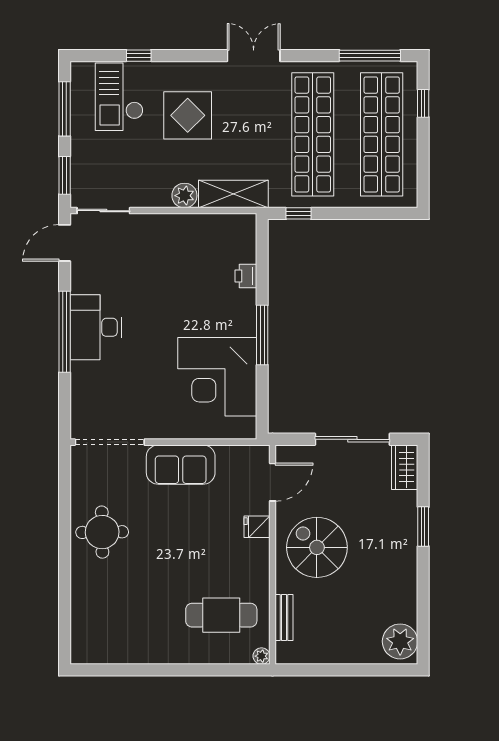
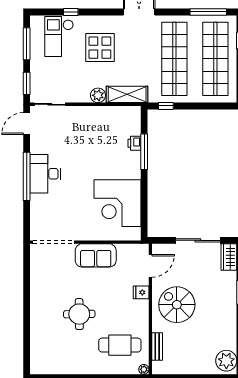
window: (262, 335) -> (144, 152), moved
round table: (102, 532) -> (79, 314), moved

